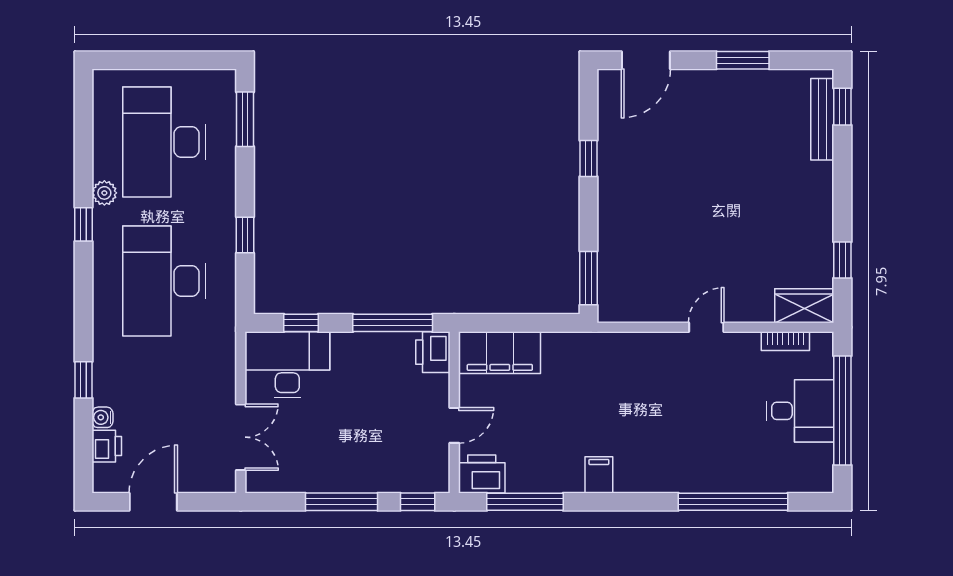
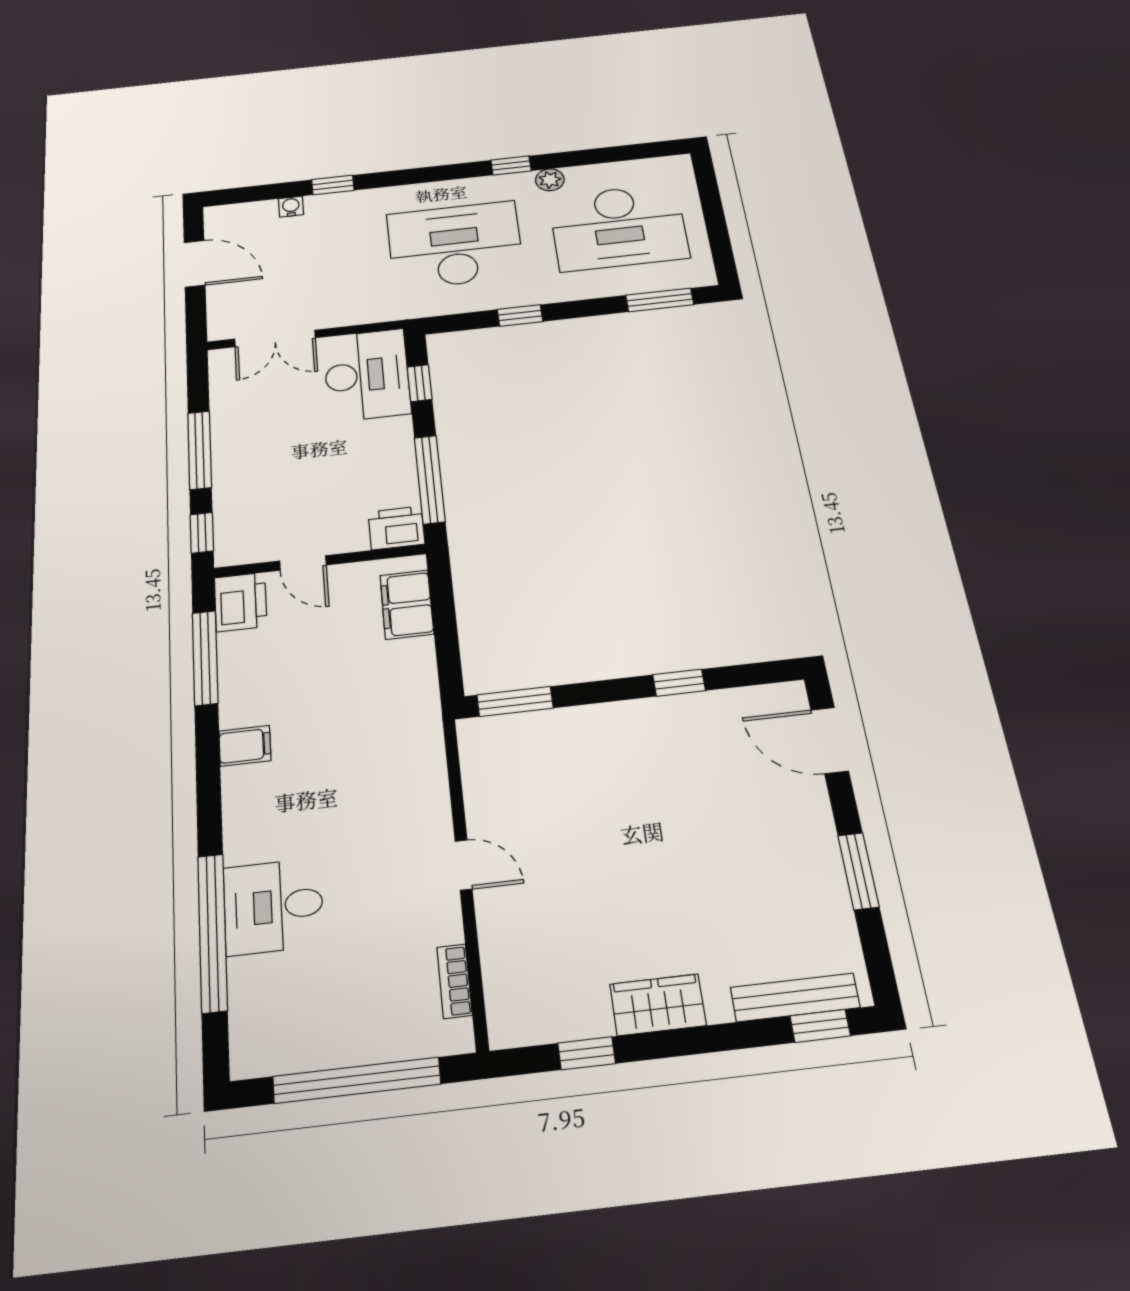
desk: (164, 142) -> (618, 227), turned 180
wardrobe: (804, 306) -> (658, 1005), moved, turned -90
filing cabinet: (500, 353) -> (407, 605), width x0.67, depth x0.86
desk: (800, 411) -> (273, 906), moved, turned 90
printer: (107, 446) -> (258, 214), removed

